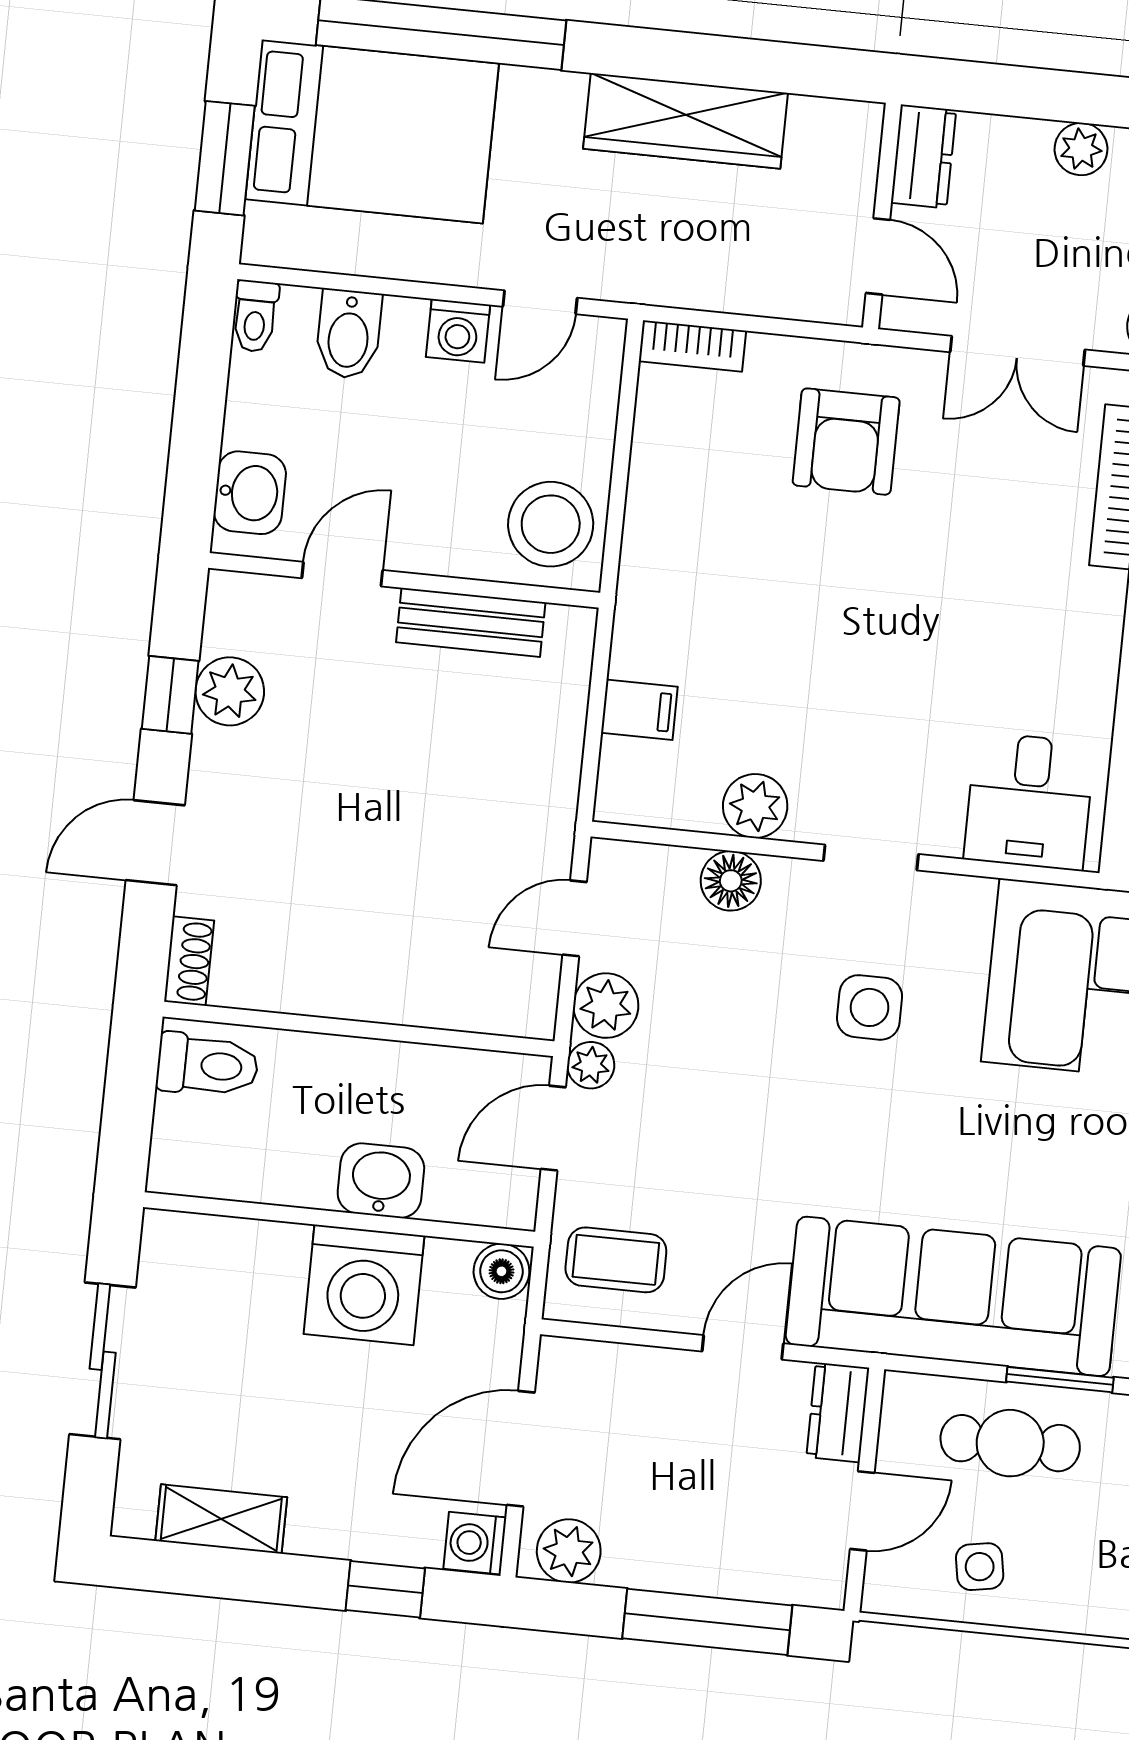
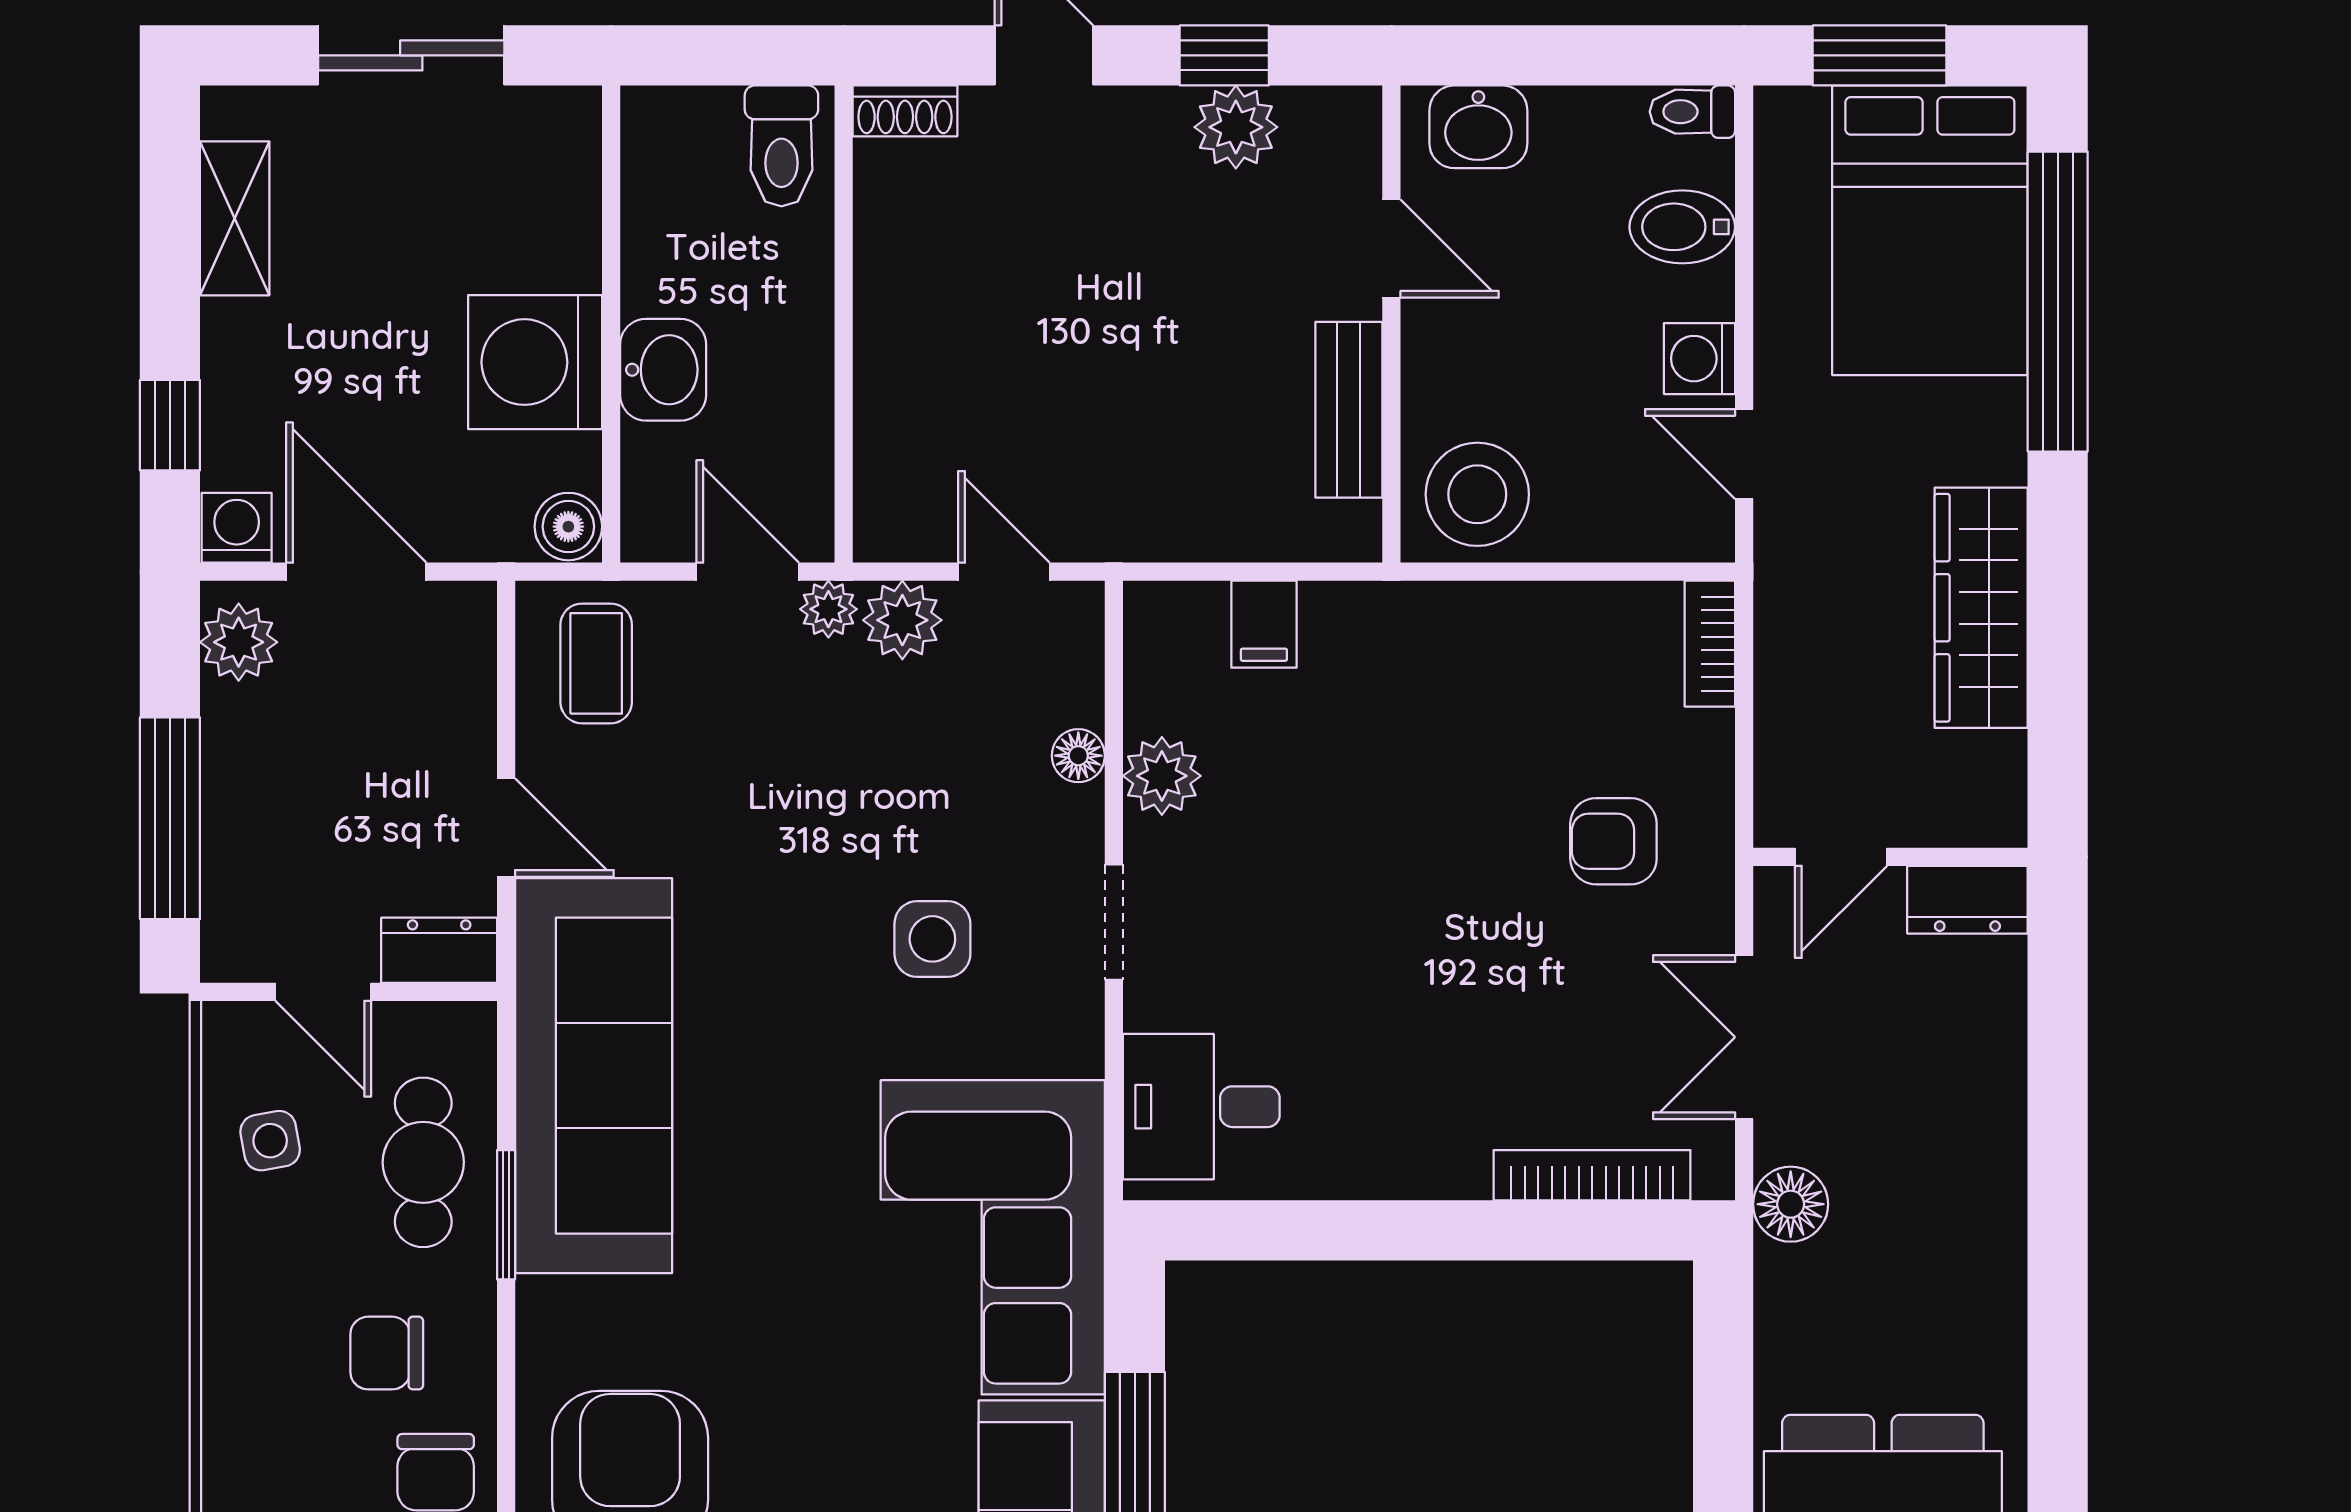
plant: (1081, 149) -> (1996, 1089), removed
armchair: (846, 442) -> (1613, 841), width x0.72, depth x0.72
floor lamp: (731, 881) -> (1078, 756), width x0.73, depth x0.73

